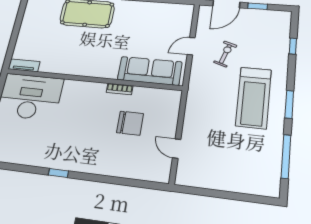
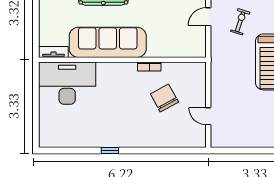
sofa: (150, 71) -> (108, 42), moved, width x1.36, depth x1.27
chair: (130, 123) -> (164, 98), turned -119

